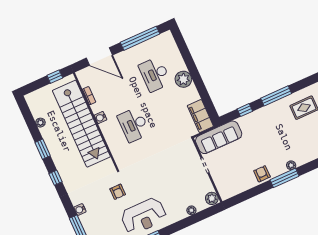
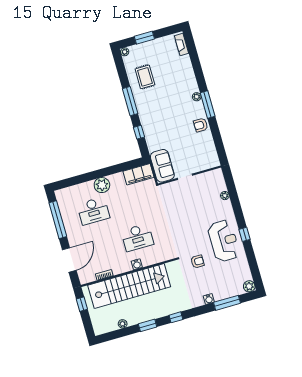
water cooler: (101, 118) -> (137, 264), moved
sofa: (219, 137) -> (162, 166), width x0.73
plant: (212, 198) -> (217, 175), removed

